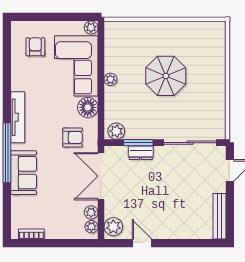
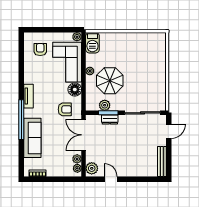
barbecue: (114, 37) -> (92, 43), added
parasol: (166, 76) -> (110, 81), moved
tv unit: (18, 117) -> (29, 96), width x0.71
plant: (116, 131) -> (105, 105), moved
sofa: (24, 173) -> (32, 138), width x1.36

